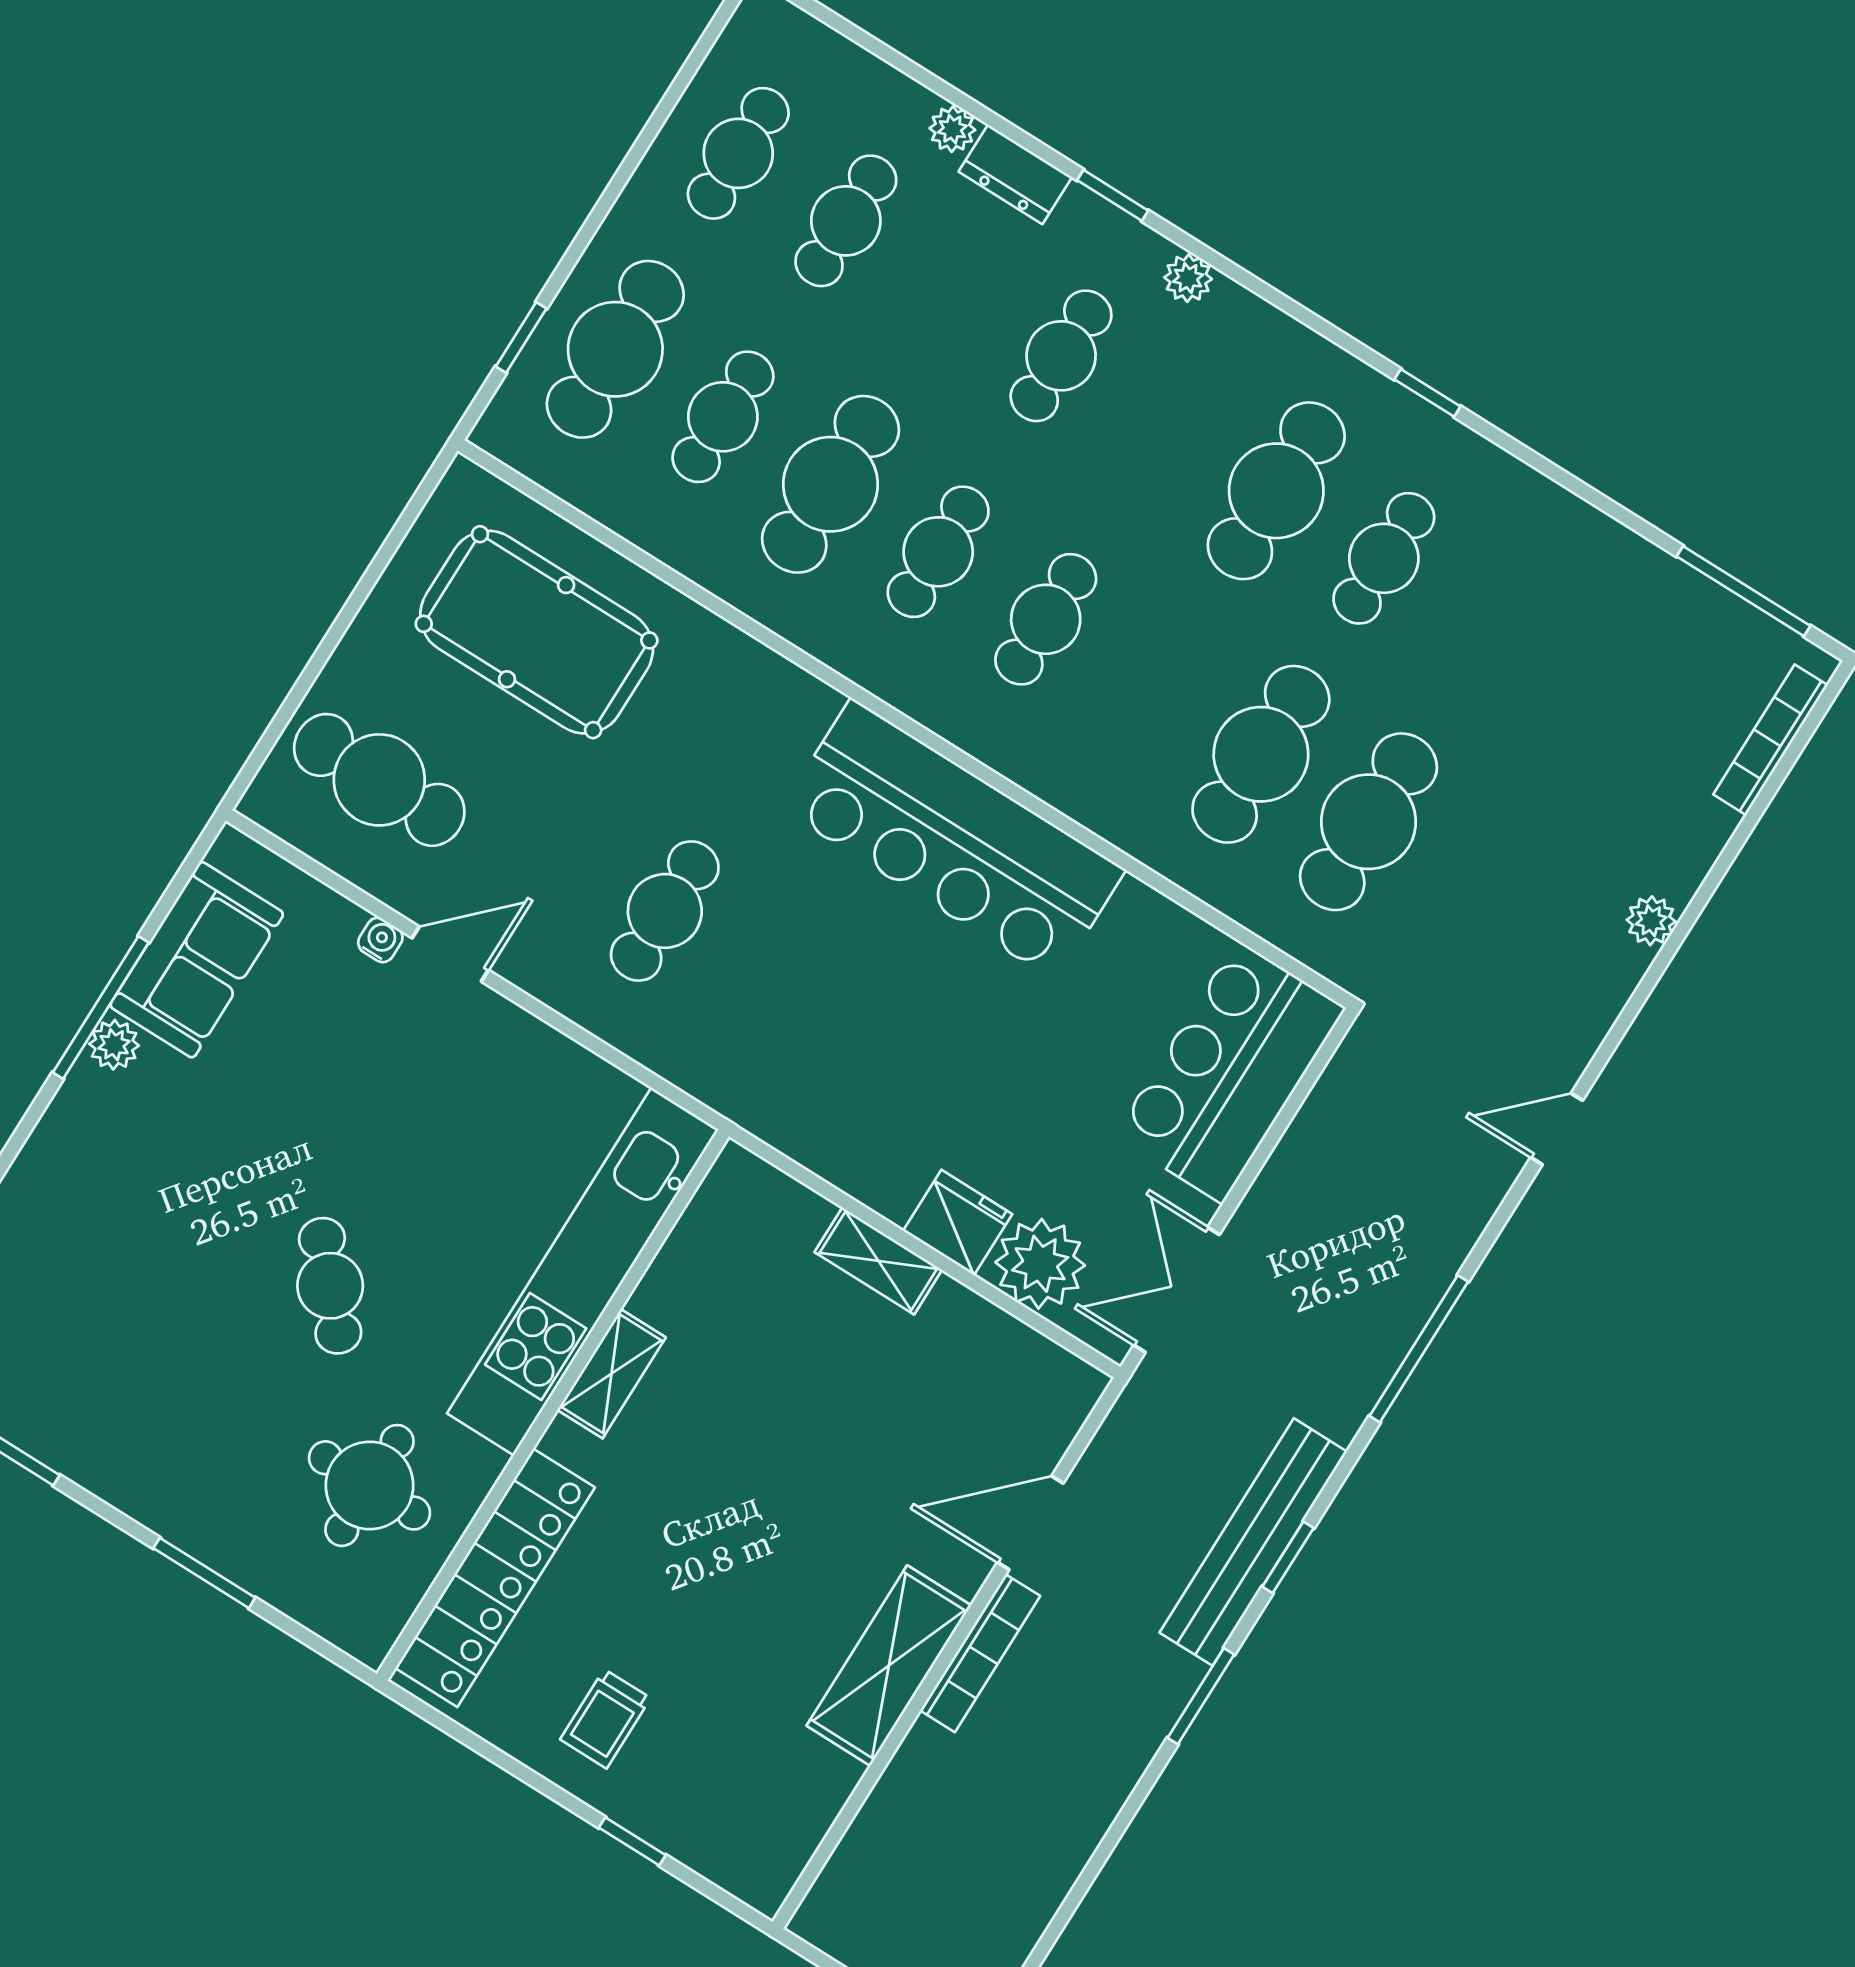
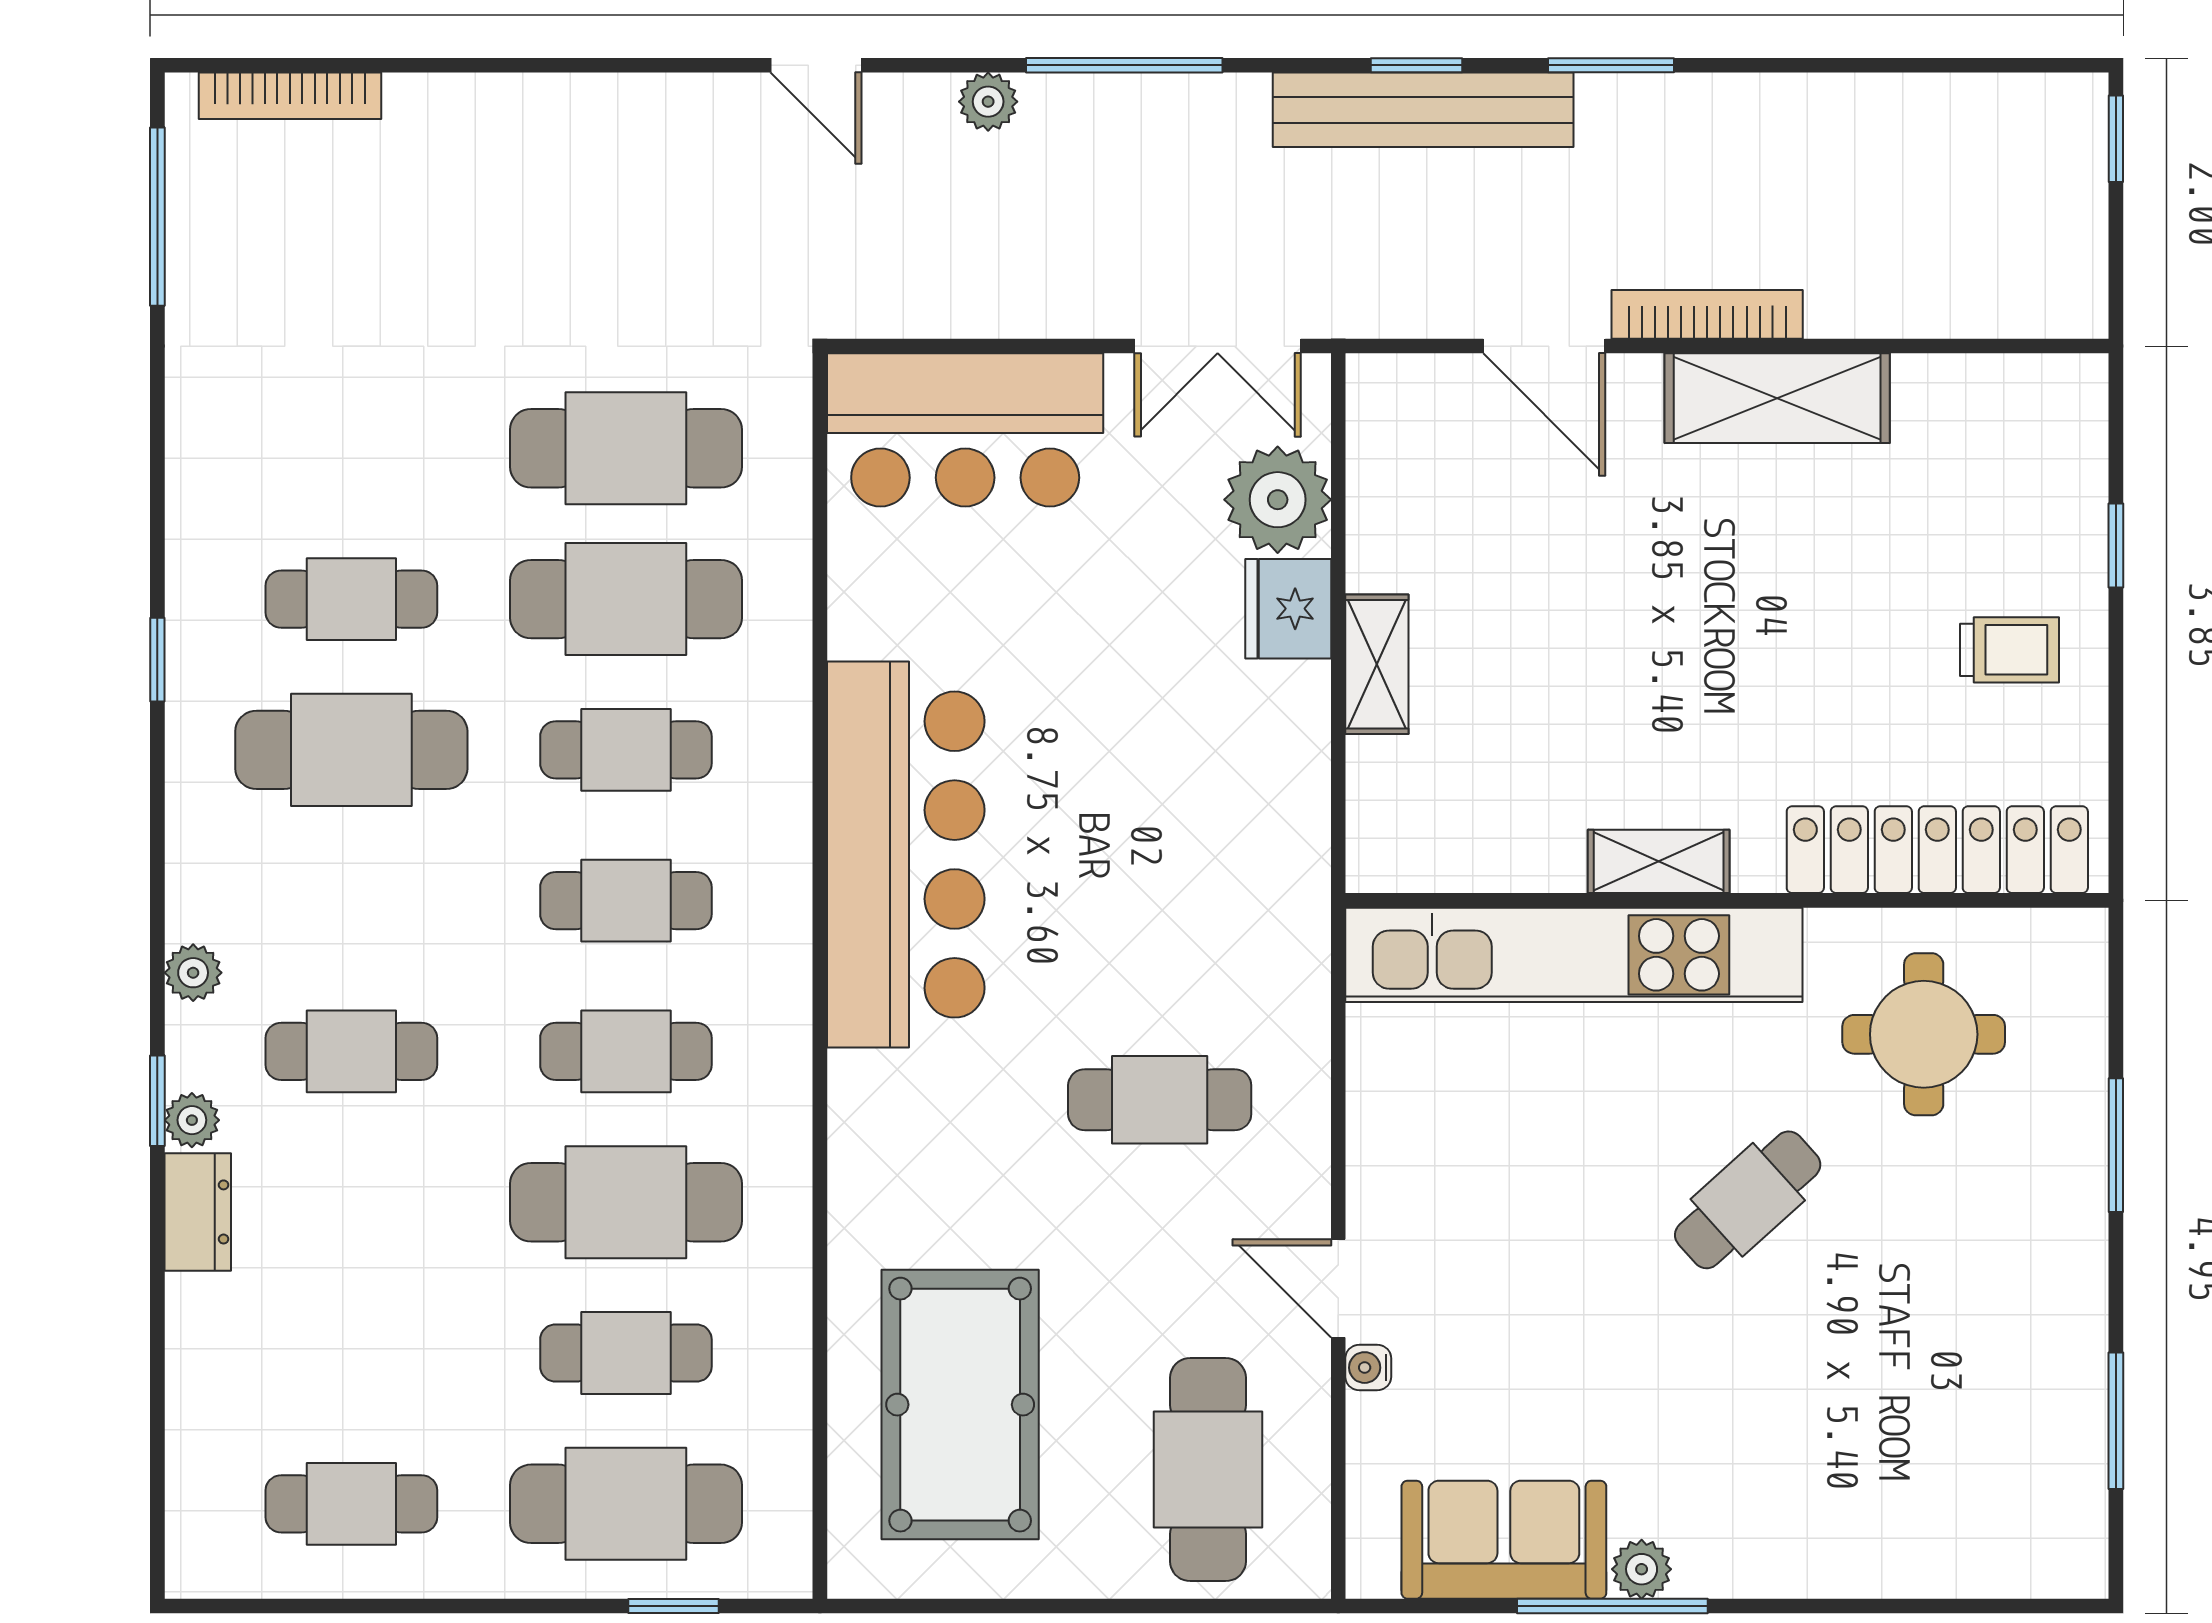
plant: (952, 129) -> (192, 1120), moved
cafe table: (846, 221) -> (626, 750), moved
plant: (1651, 921) -> (988, 102), moved

